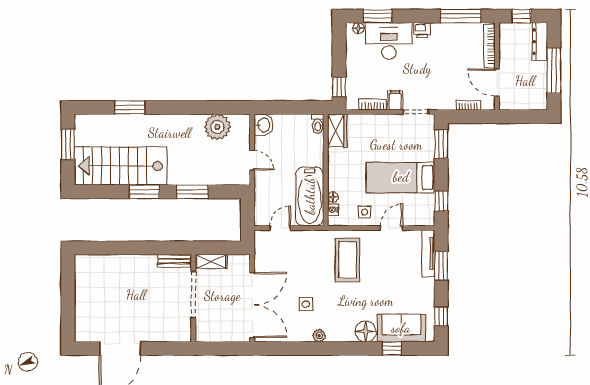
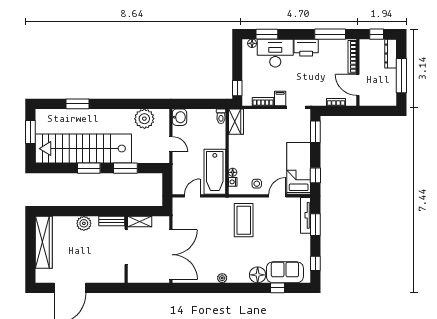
printer: (422, 30) -> (306, 48), width x1.87, depth x1.48
stairs: (121, 166) -> (83, 149), width x1.36
bed: (401, 177) -> (299, 168), moved, turned 90
plant: (138, 264) -> (84, 223), added
wardrobe: (86, 289) -> (44, 242), added
side table: (306, 304) -> (212, 254), removed

